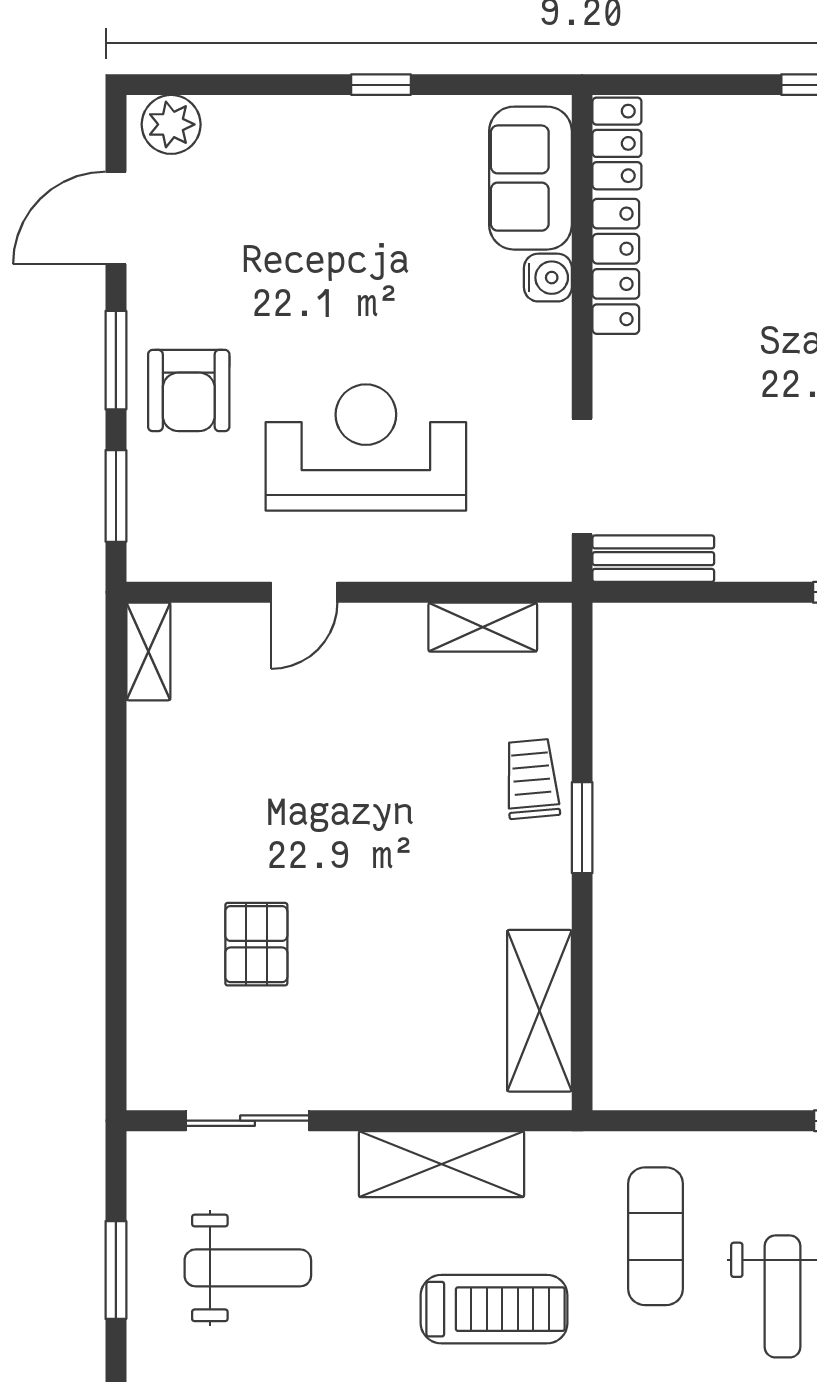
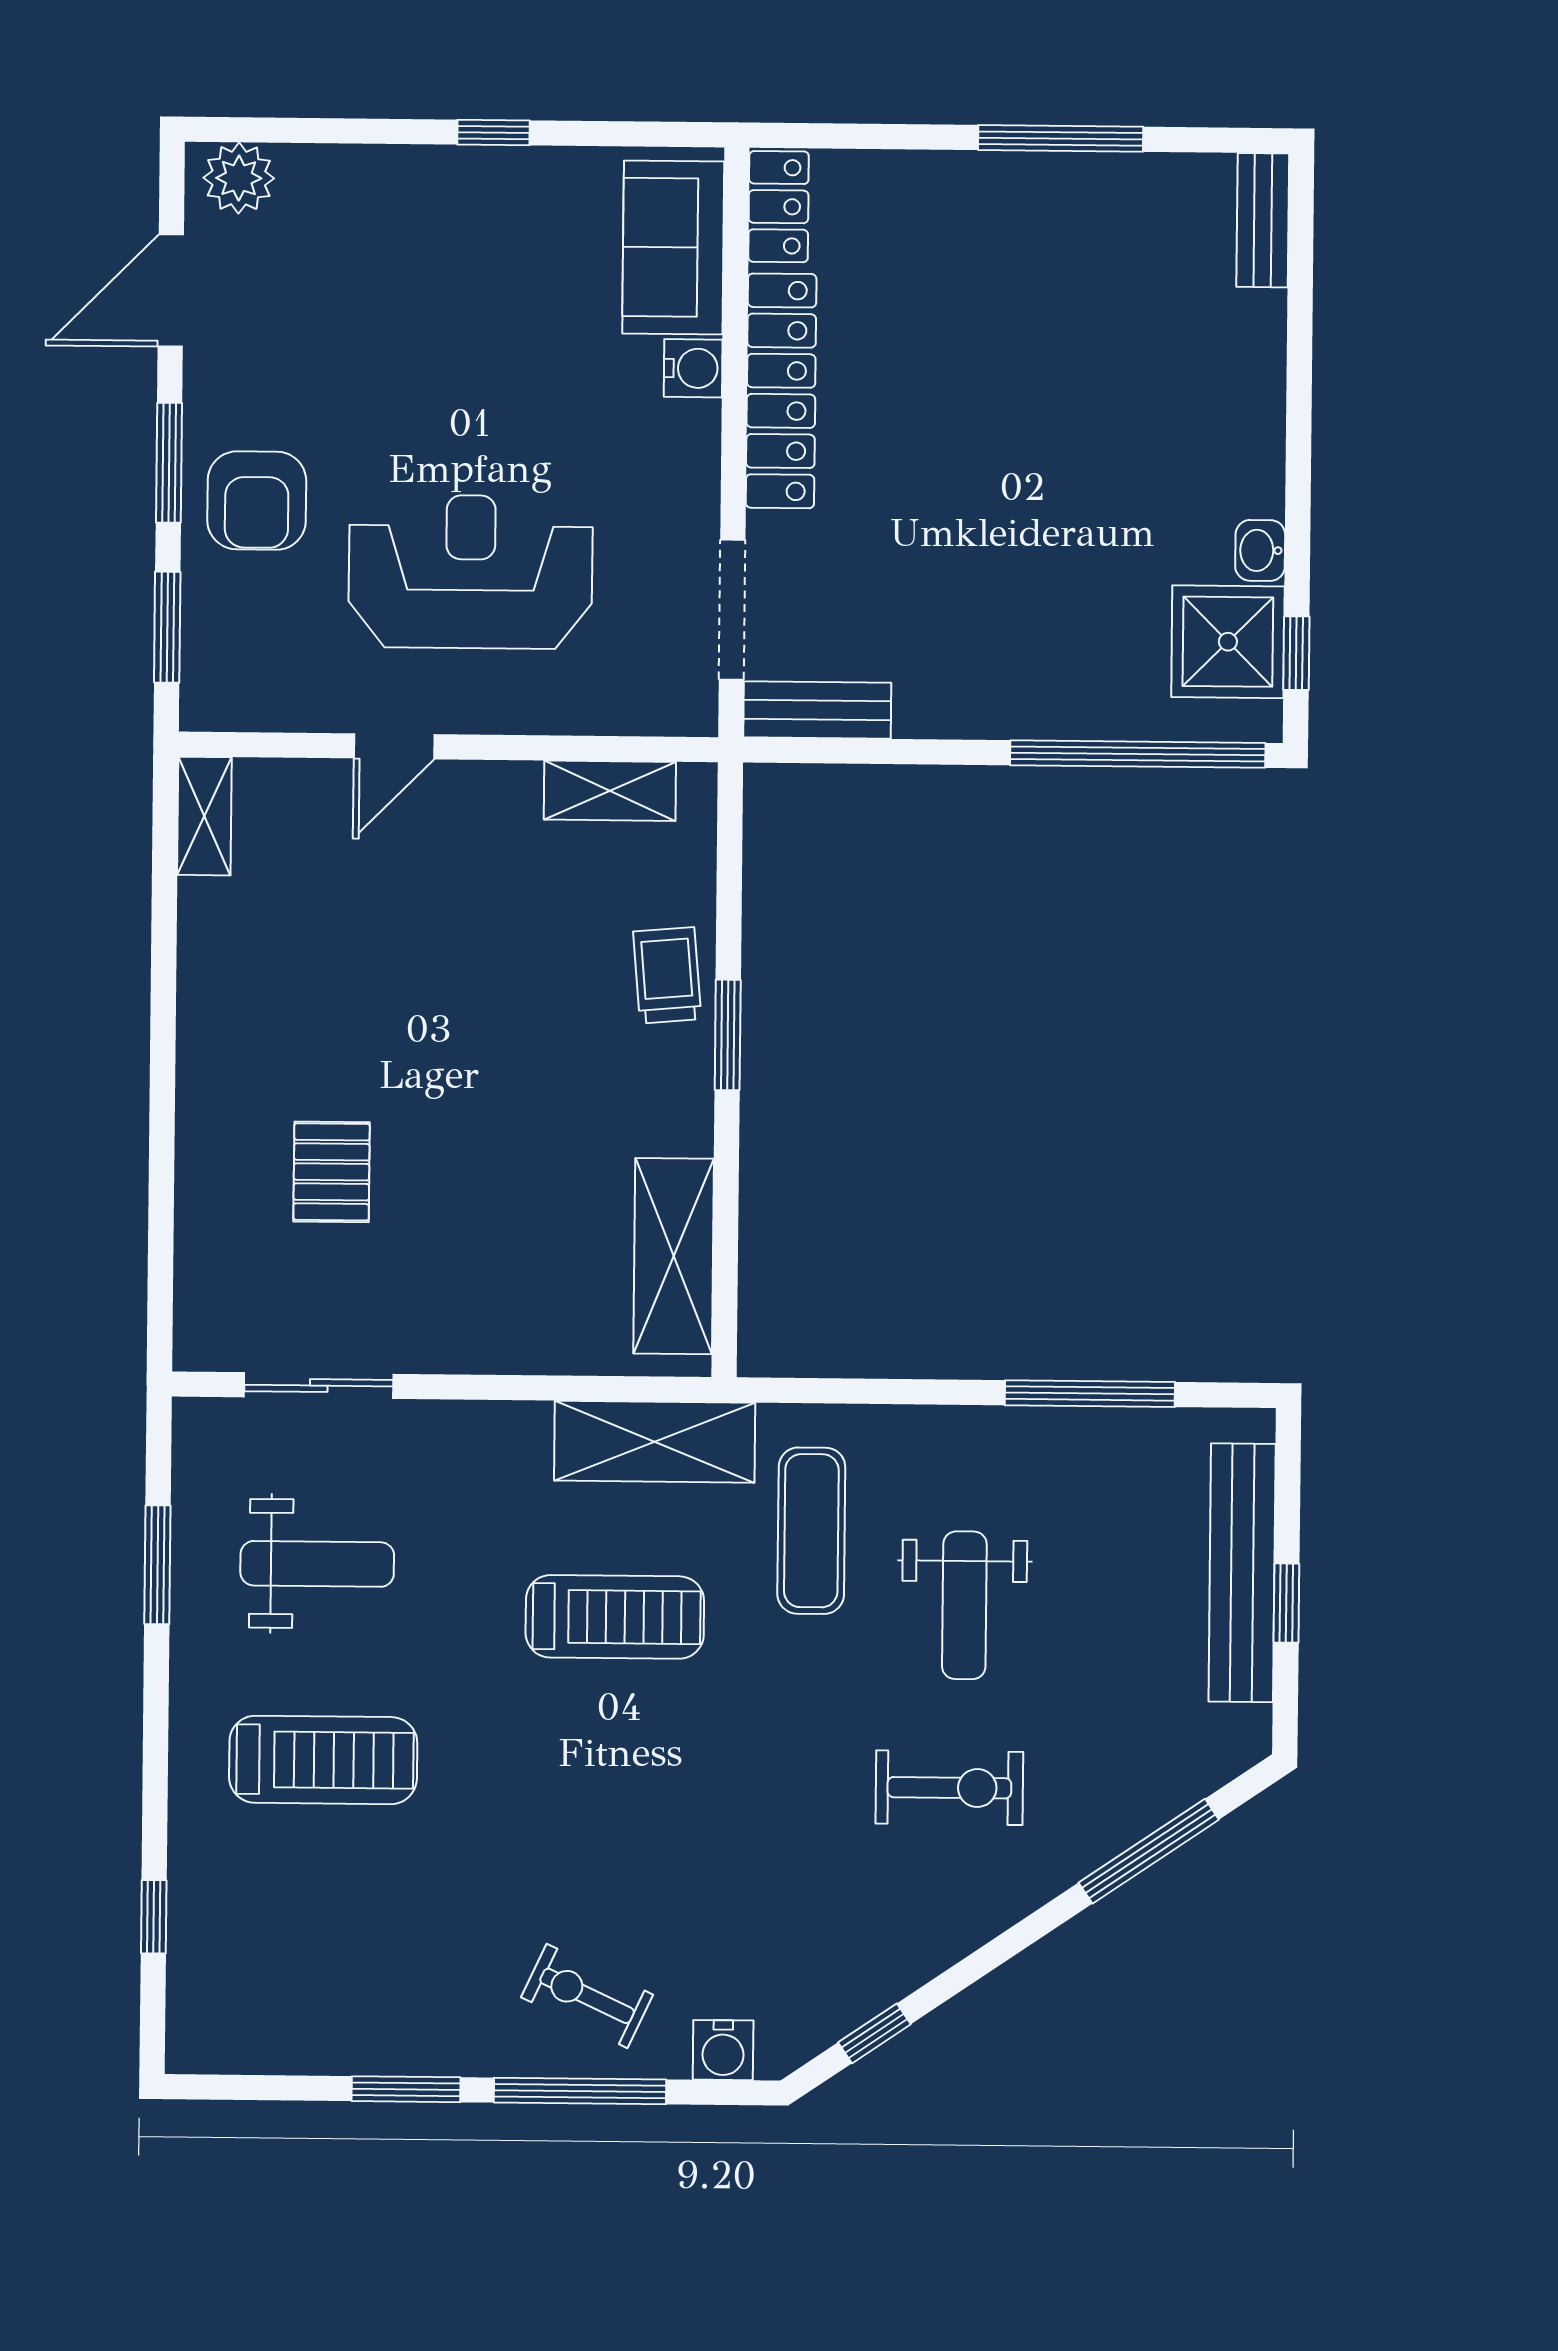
locker: (616, 266) -> (781, 391), width x1.41, depth x1.21
shelving: (441, 1164) -> (655, 1442), moved

